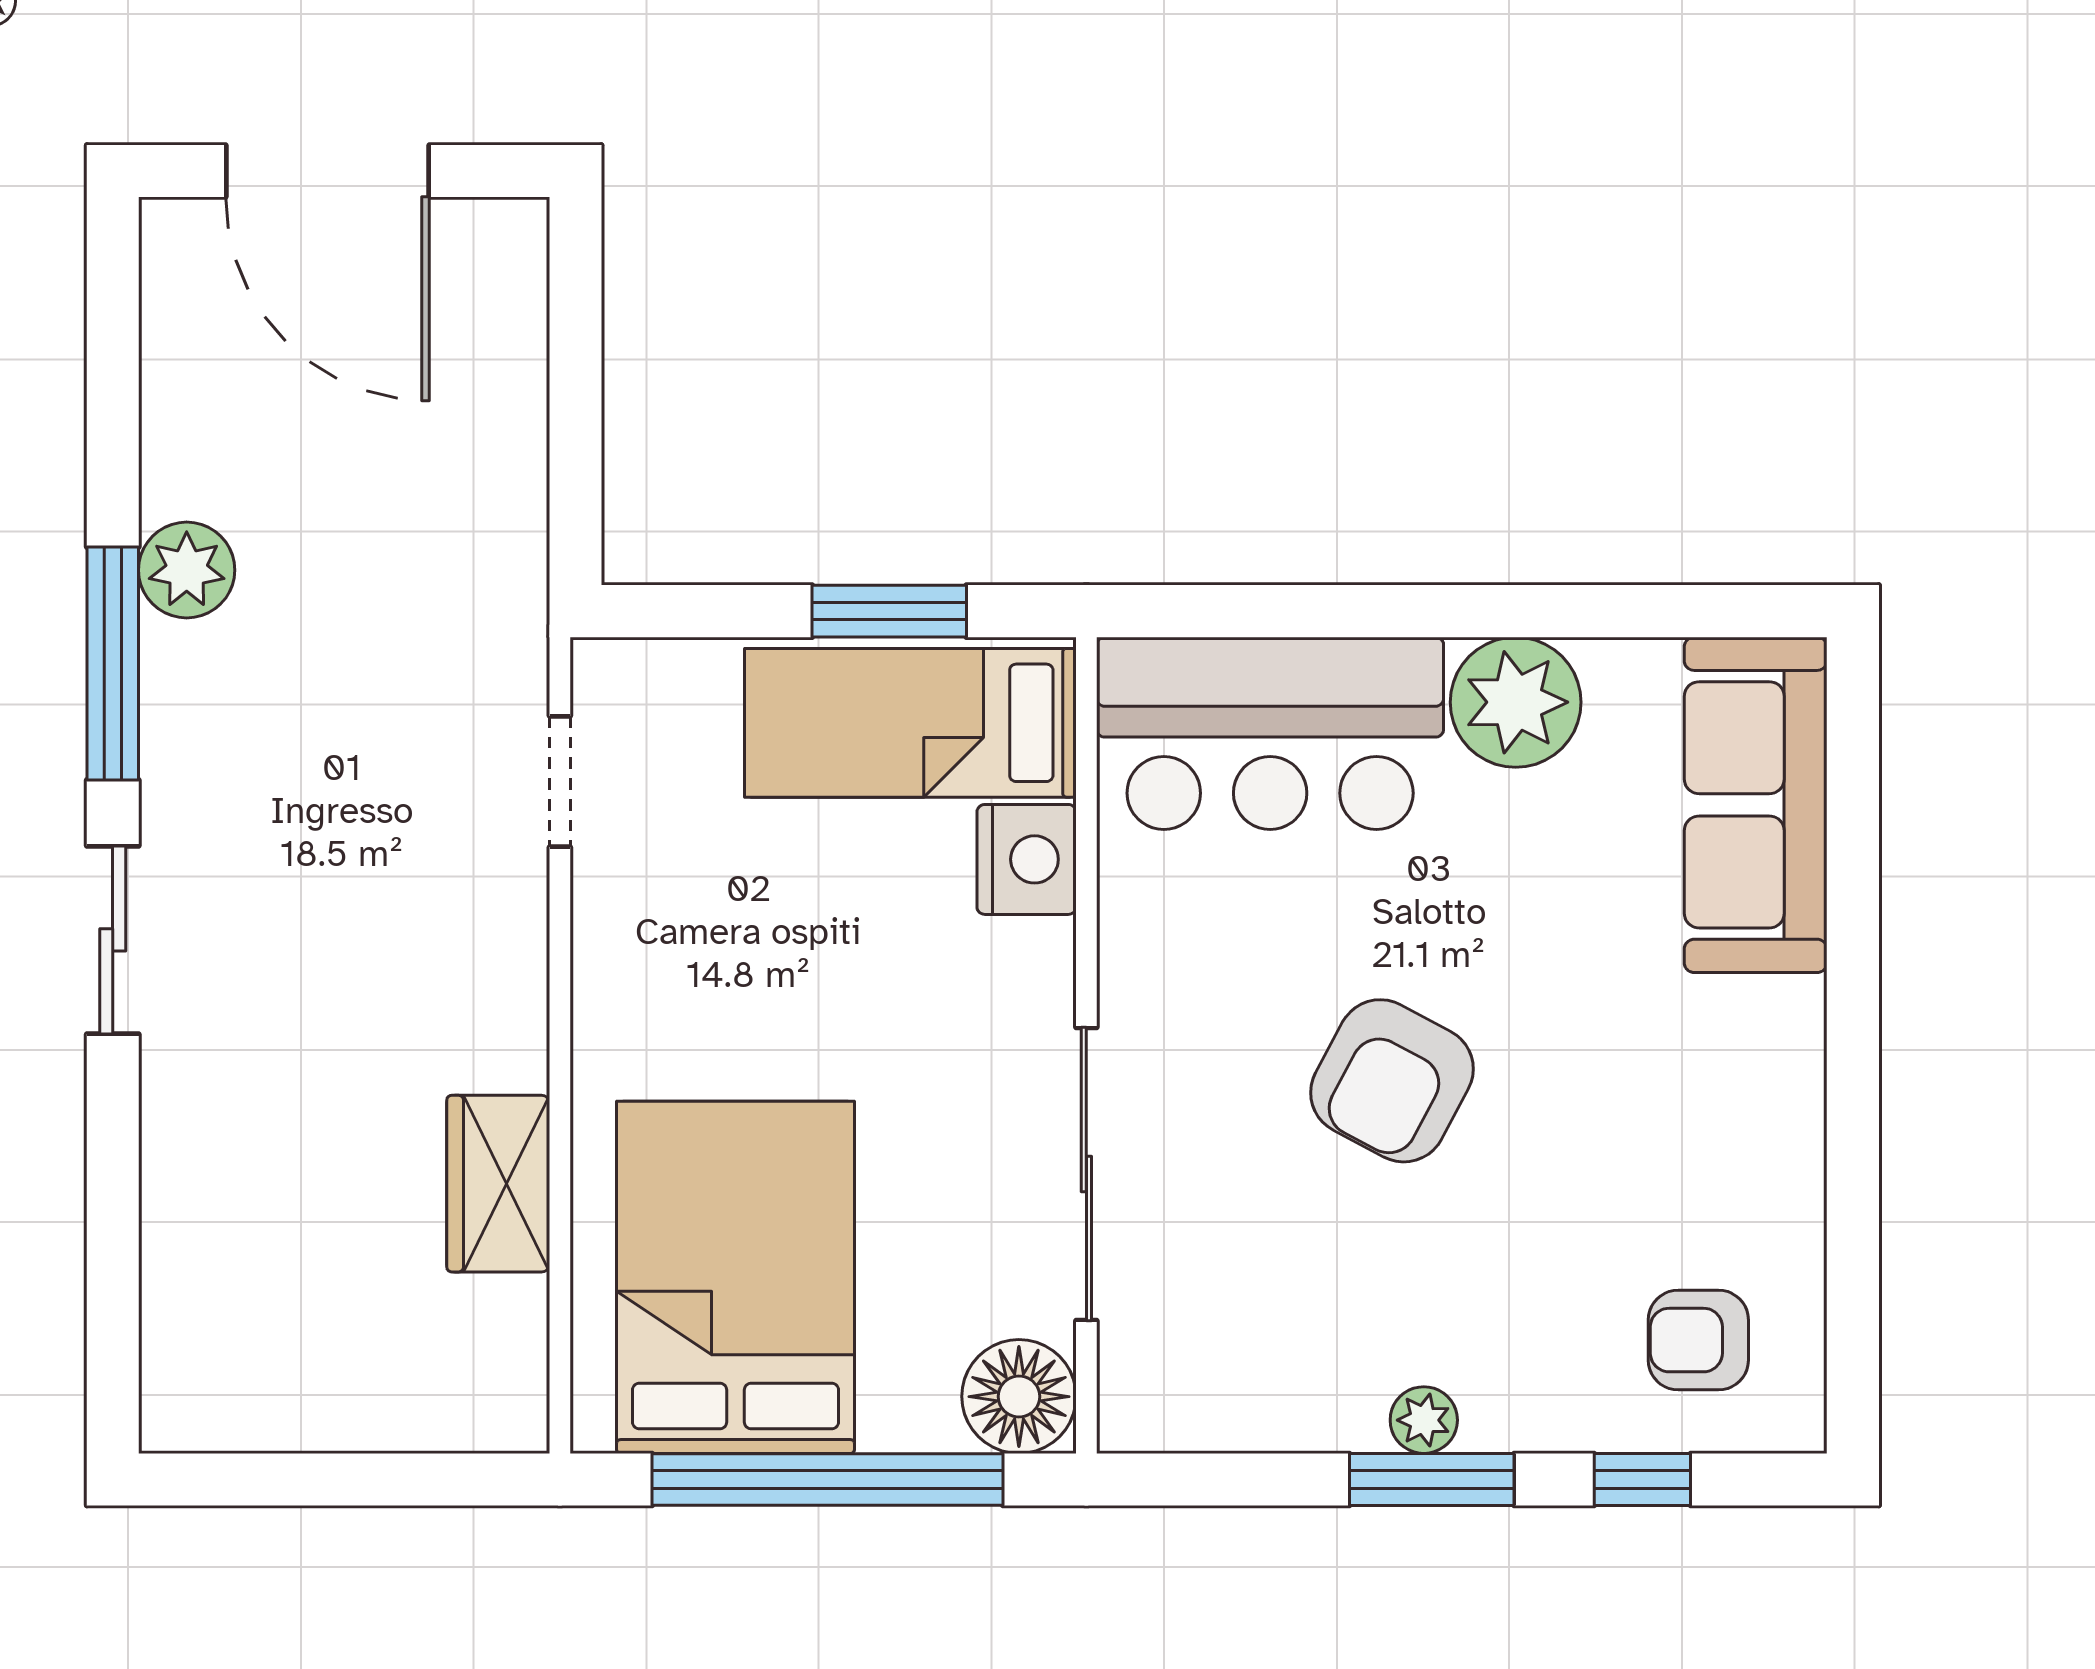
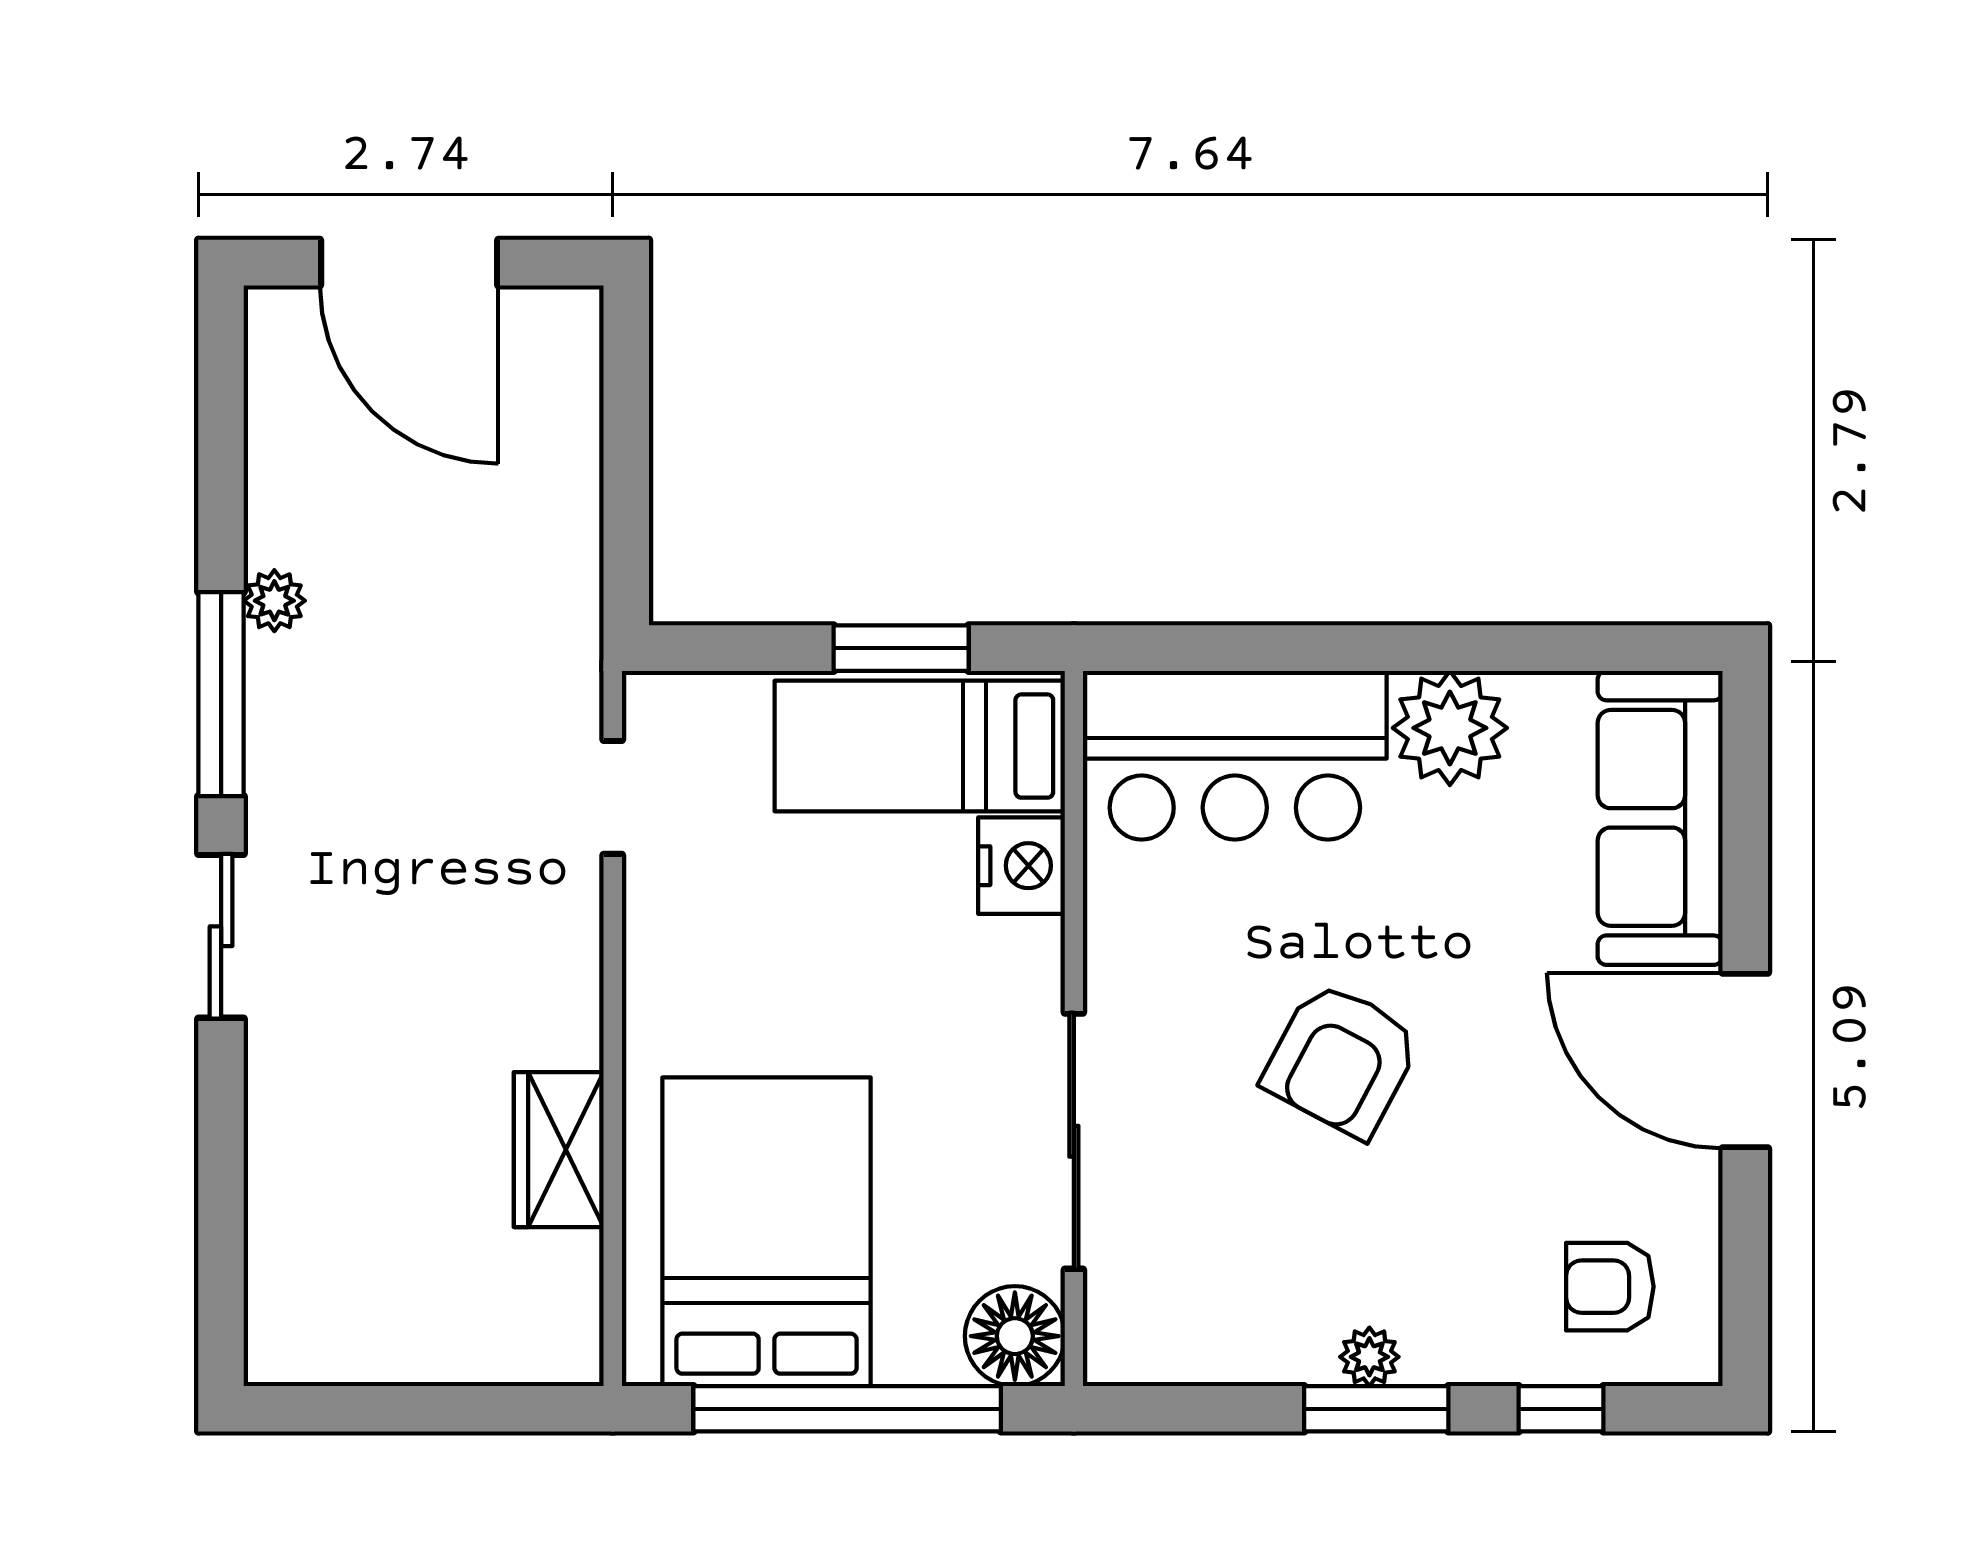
plant: (187, 570) -> (274, 601), width x0.73, depth x0.73
door: (1853, 1082) -> (1745, 1061), added

